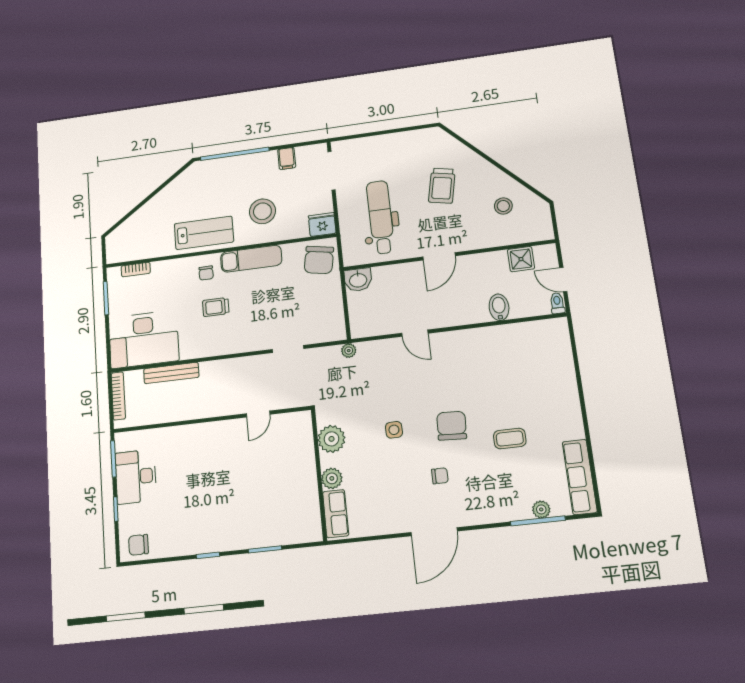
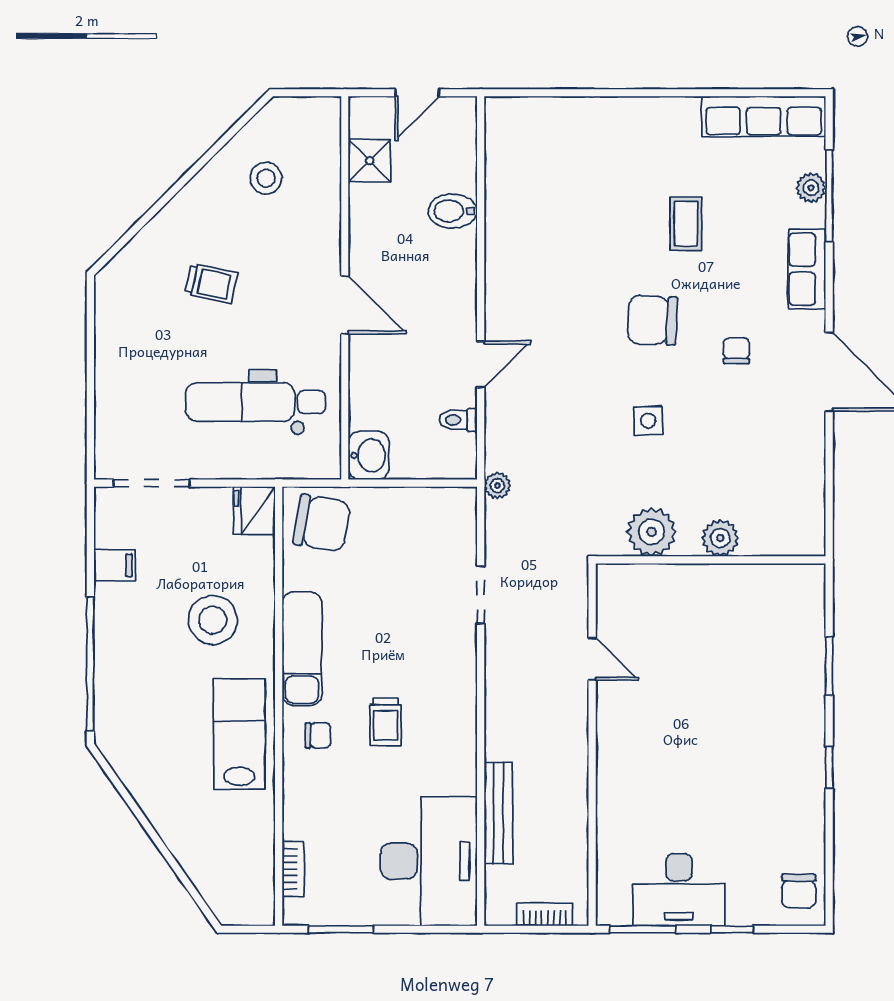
trolley: (442, 186) -> (211, 283), width x0.73, depth x0.72
toilet: (557, 303) -> (458, 420), moved
bookcase: (118, 396) -> (545, 915), width x0.64
row of seats: (336, 514) -> (807, 269), moved, turned -90

